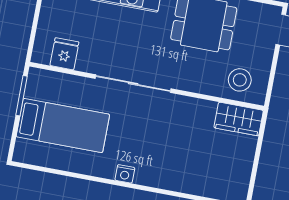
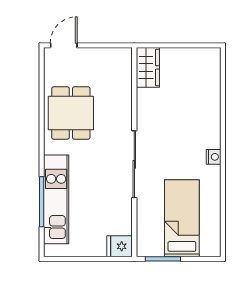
fridge: (64, 54) -> (120, 246), moved
stool: (240, 80) -> (114, 73), removed

